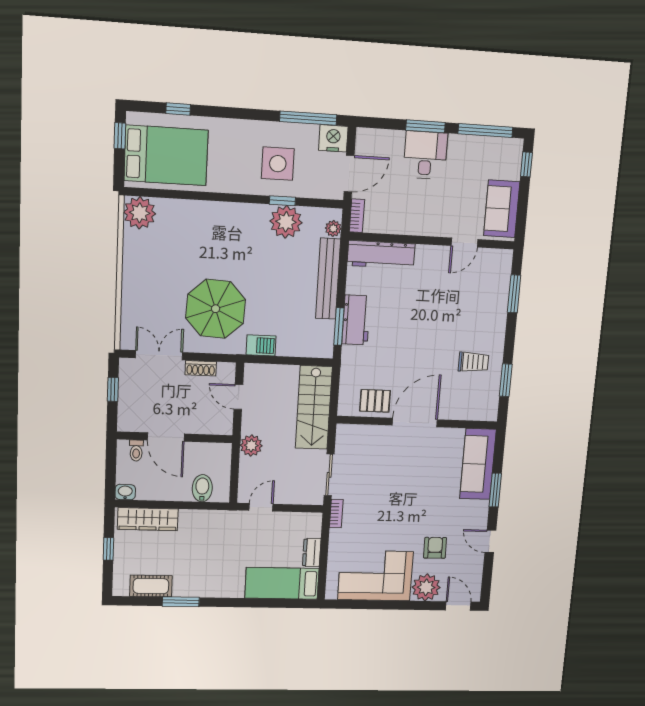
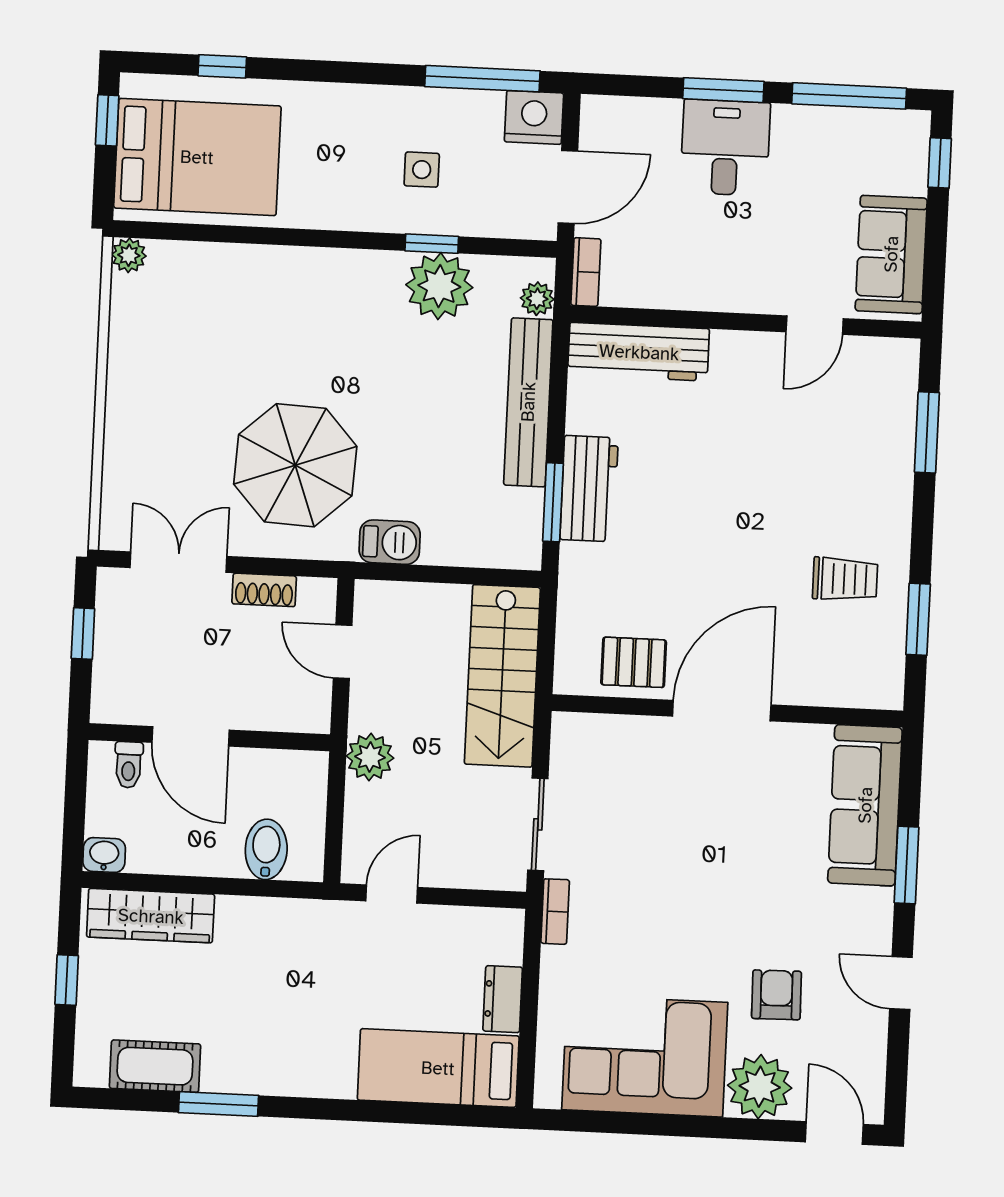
side table: (278, 164) -> (422, 170), width x0.54, depth x0.54
plant: (140, 213) -> (129, 255), width x0.53, depth x0.53

